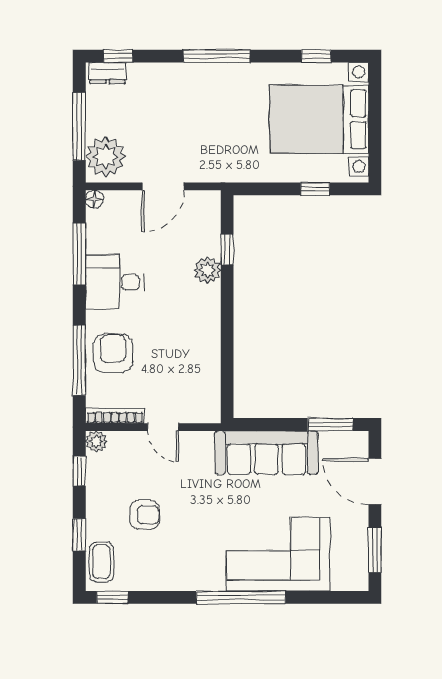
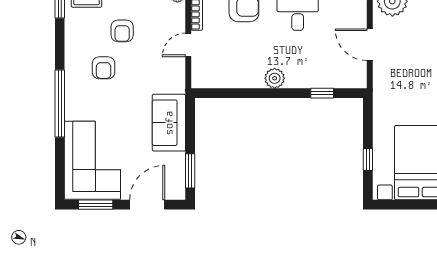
plant: (207, 270) -> (275, 78), moved
sofa: (266, 453) -> (169, 123), width x0.73
armchair: (194, 539) -> (104, 68), added
corner sofa: (278, 554) -> (92, 160), moved

